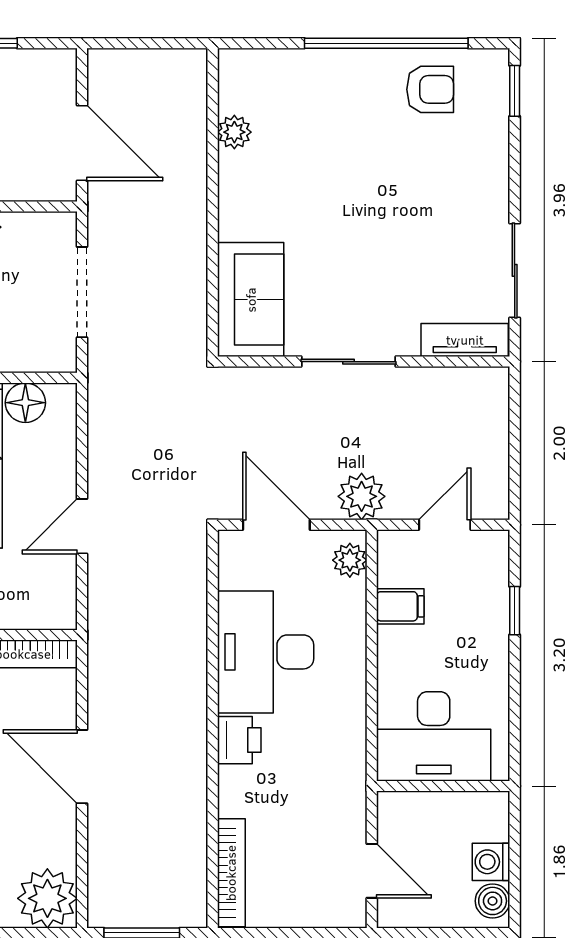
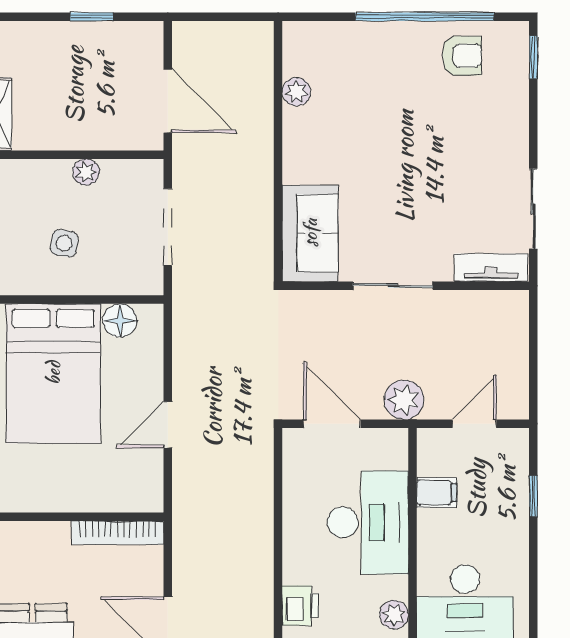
plant: (350, 560) -> (394, 615), moved
desk: (266, 652) -> (368, 522), moved, turned 180

